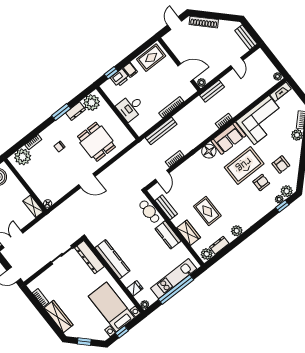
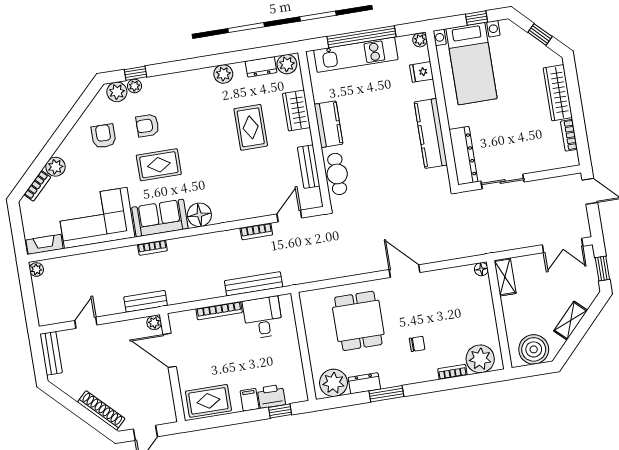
desk: (131, 107) -> (263, 317), moved, turned -90
rug: (244, 165) -> (159, 165), width x0.73, depth x0.70

